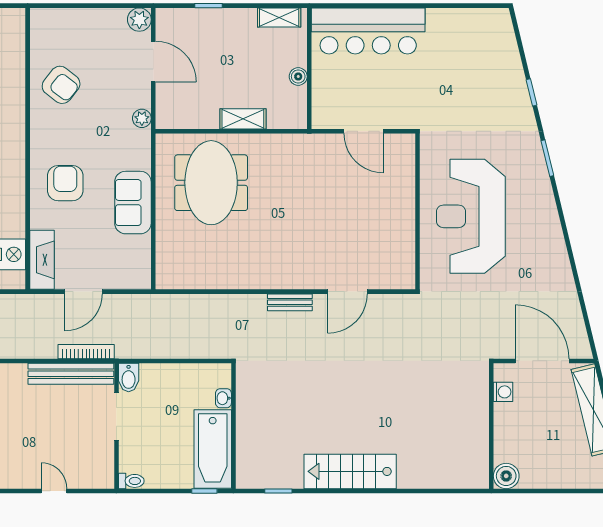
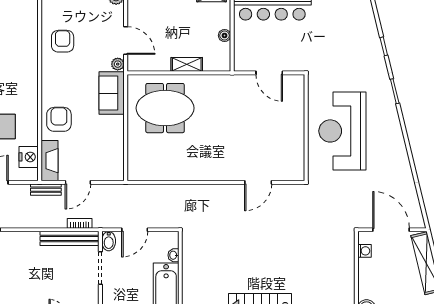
door: (153, 61) -> (126, 40), moved
armchair: (61, 85) -> (63, 41), turned -128
armchair: (65, 183) -> (59, 119), moved
meeting table: (211, 183) -> (165, 108), turned 90
sofa: (133, 203) -> (112, 93), moved
bench: (290, 302) -> (46, 190), moved
bookcase: (86, 352) -> (80, 223), width x0.64
door: (167, 361) -> (135, 230), added

